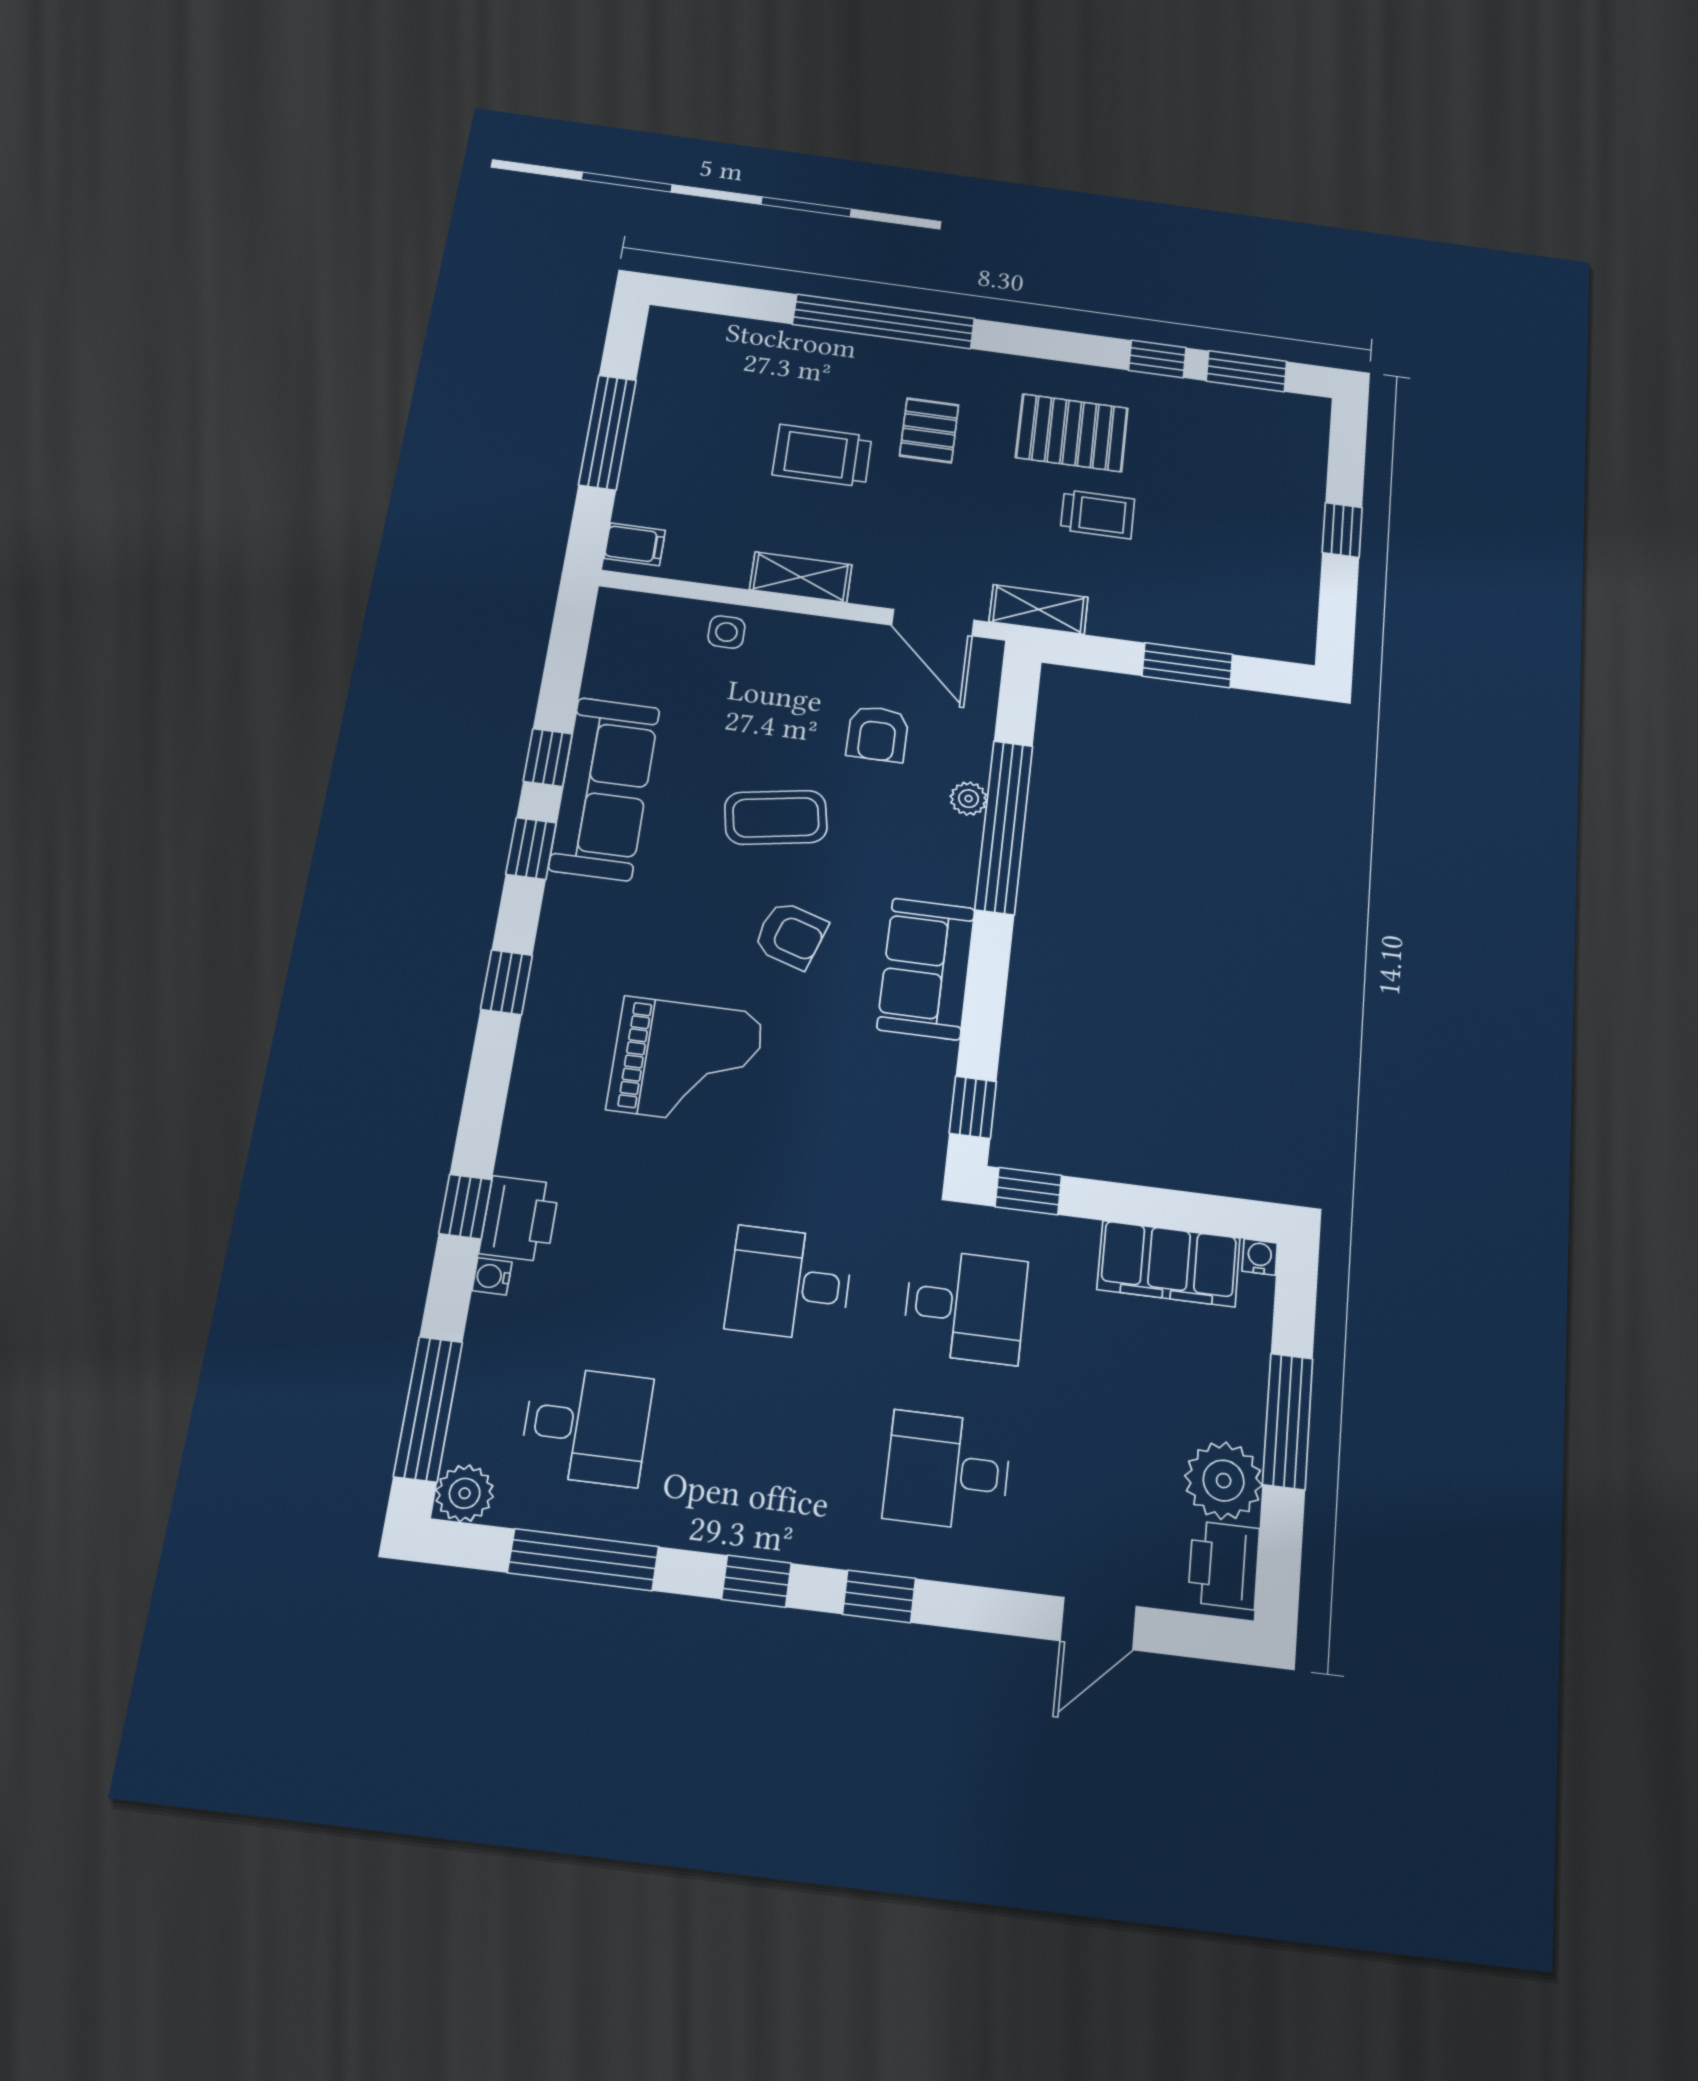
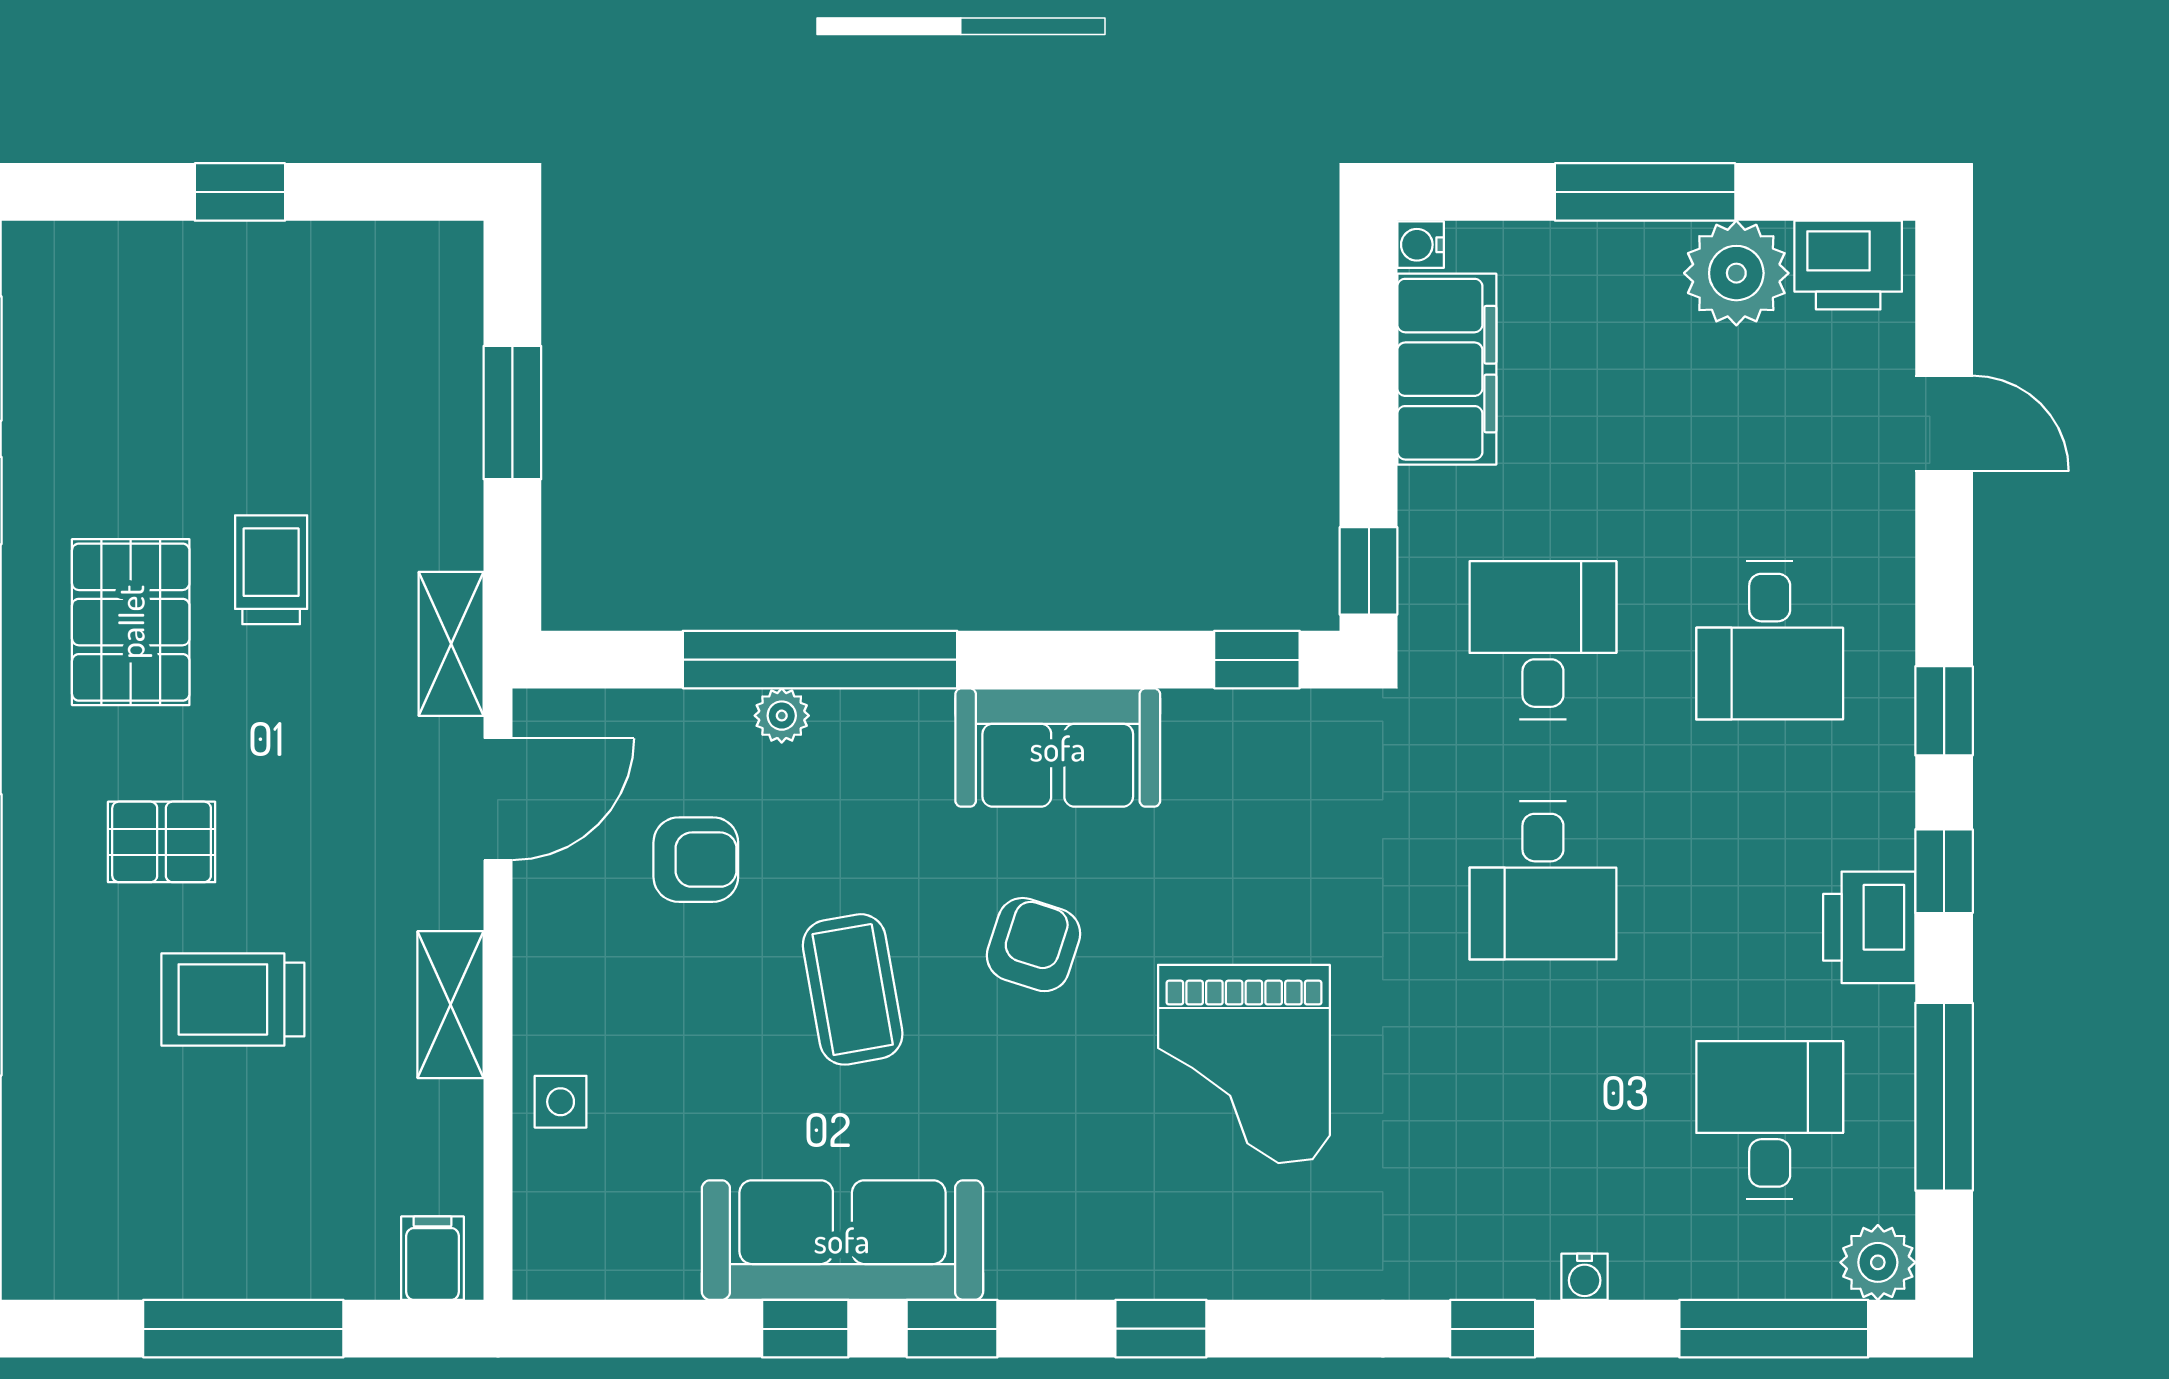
trolley: (822, 456) -> (233, 999), turned 90
grand piano: (686, 1061) -> (1244, 1064), turned 180
printer: (519, 1219) -> (1869, 927), moved, turned -90

